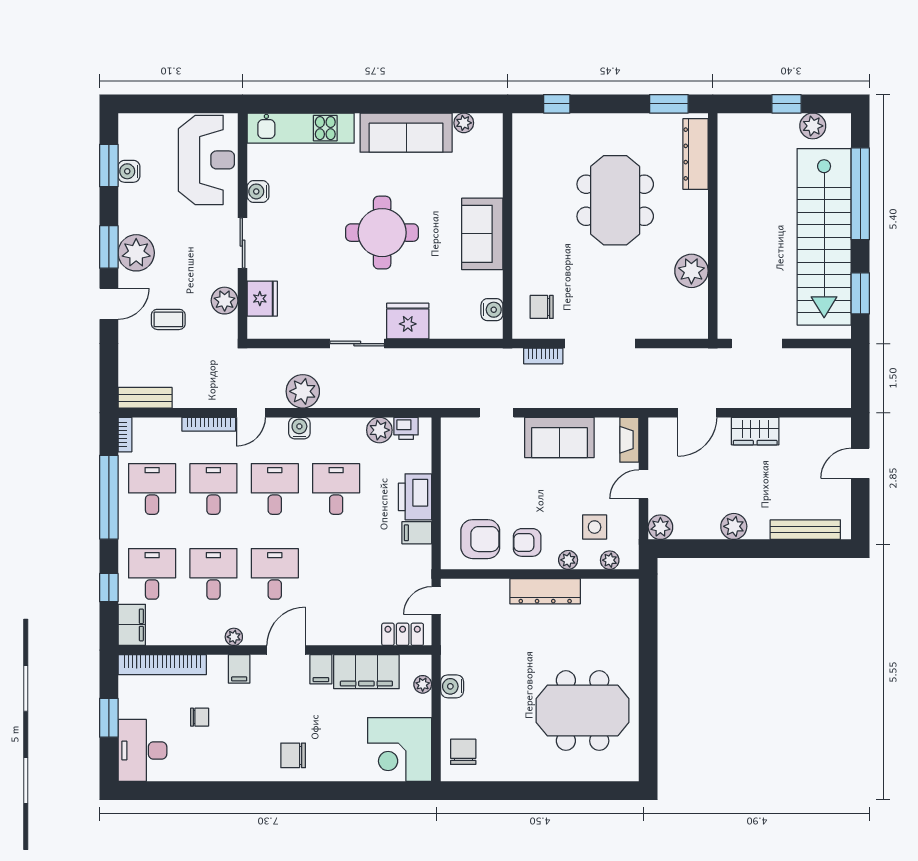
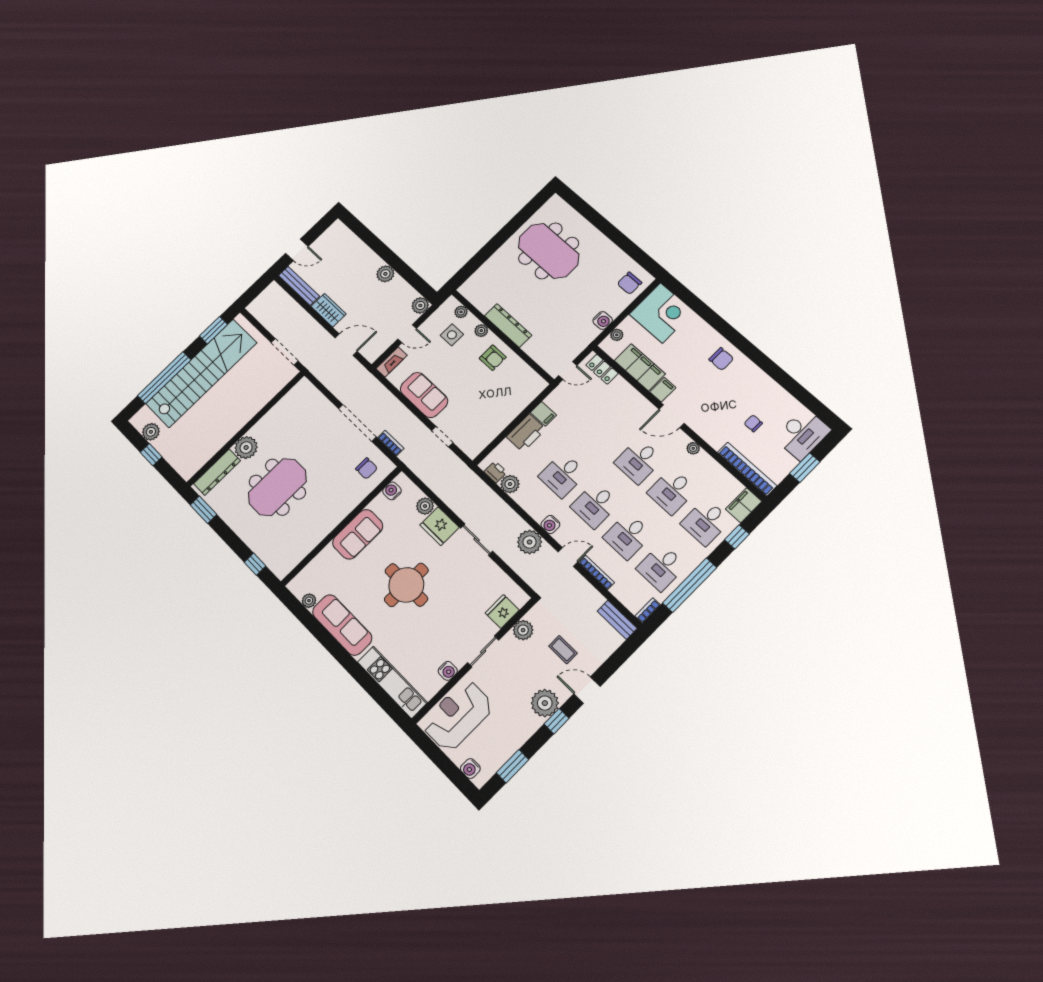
water cooler: (129, 171) -> (470, 769), moved, turned 90
window: (109, 247) -> (556, 721), width x0.67
plant: (691, 271) -> (246, 448), moved
plant: (443, 327) -> (425, 506), added
bench: (805, 530) -> (299, 286), moved
armchair: (480, 539) -> (514, 381), removed
filing cabinet: (239, 669) -> (707, 429), removed

